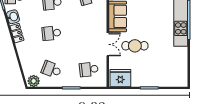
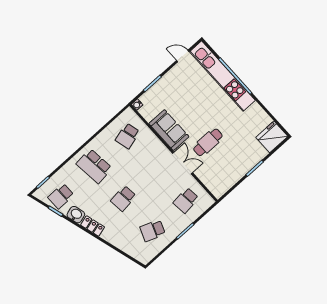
fridge: (120, 78) -> (272, 137), moved
plant: (34, 81) -> (146, 255), removed

